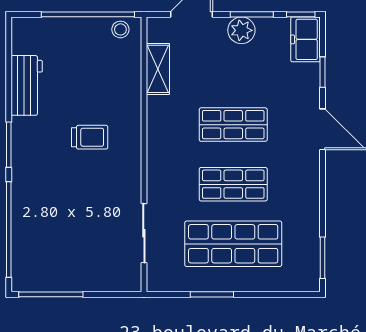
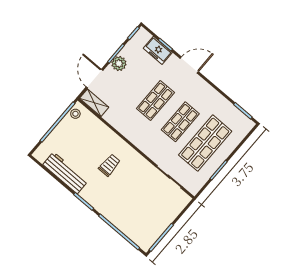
freezer: (305, 39) -> (158, 50), moved
shelving: (158, 69) -> (94, 103), moved
workbench: (27, 85) -> (65, 173), width x1.38

